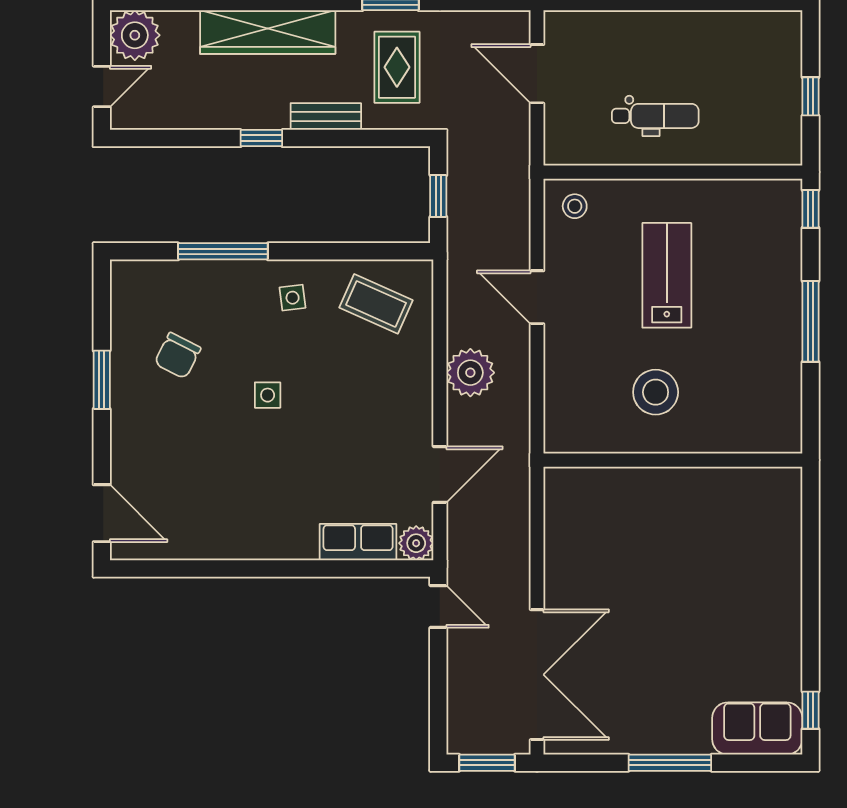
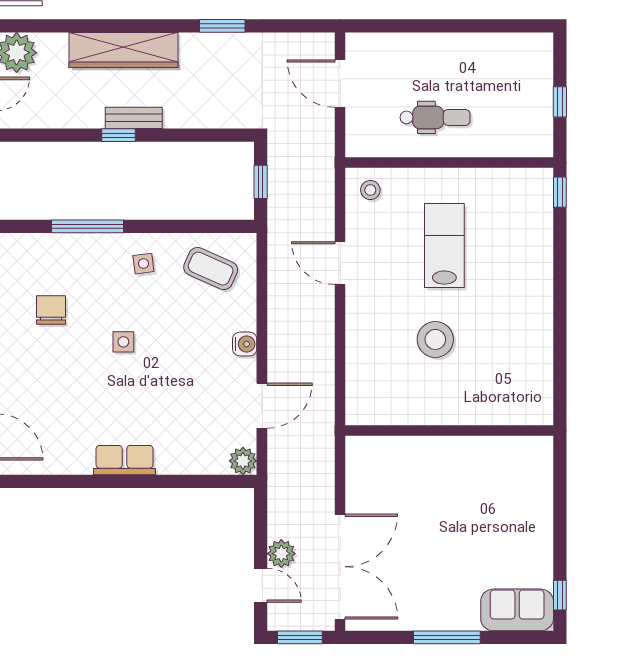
rug: (397, 67) -> (227, 78), removed
bench: (326, 116) -> (134, 118), moved
window: (811, 321) -> (560, 283), removed
chair: (178, 356) -> (51, 310), turned 153
plant: (470, 373) -> (281, 554), moved, width x0.73, depth x0.73
water cooler: (418, 398) -> (245, 344), added
wall: (673, 460) -> (449, 431), moved
row of seats: (358, 542) -> (125, 460), moved
door: (438, 607) -> (261, 585), moved

